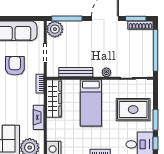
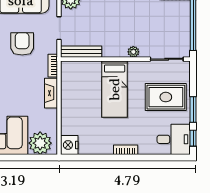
bench: (76, 72) -> (81, 52), moved
wardrobe: (54, 99) -> (70, 84), removed
fireplace: (39, 117) -> (51, 93), moved

